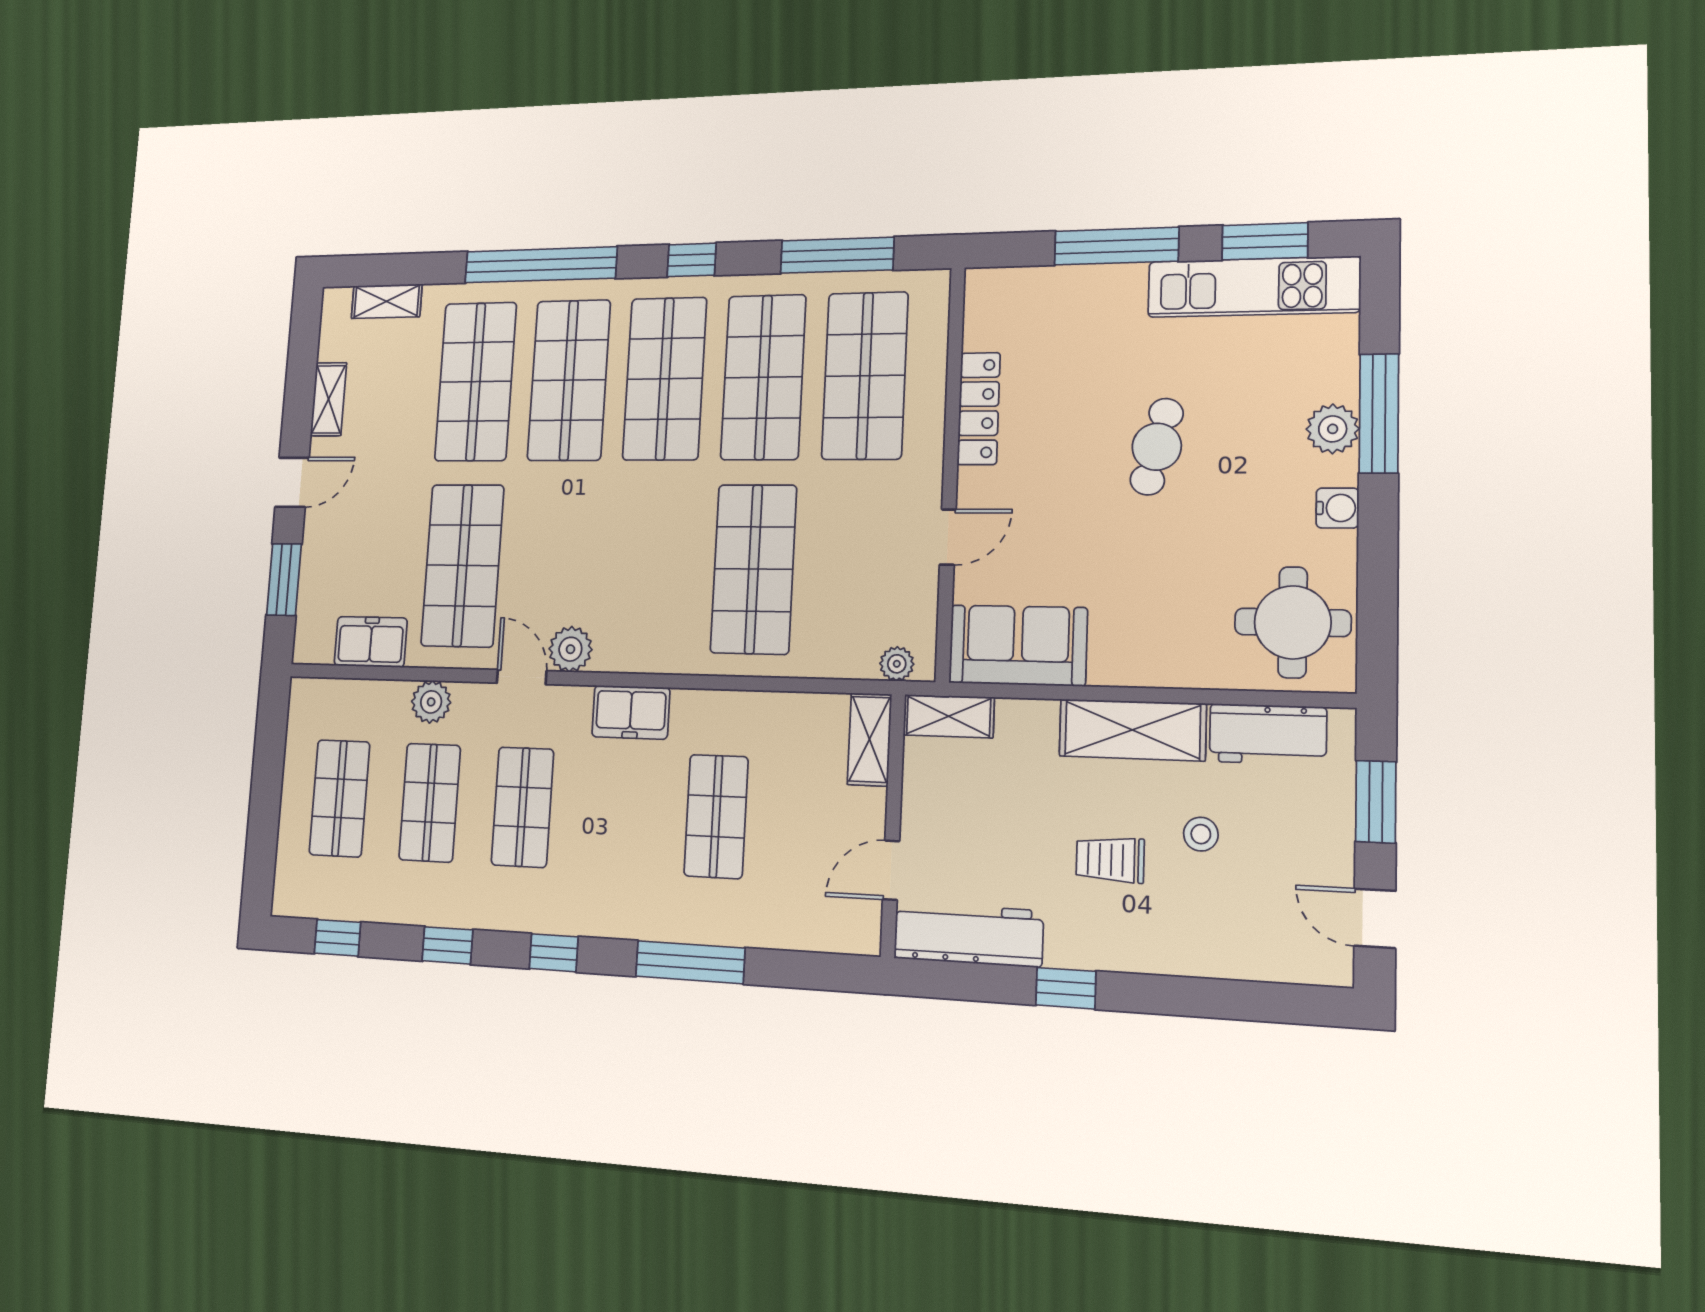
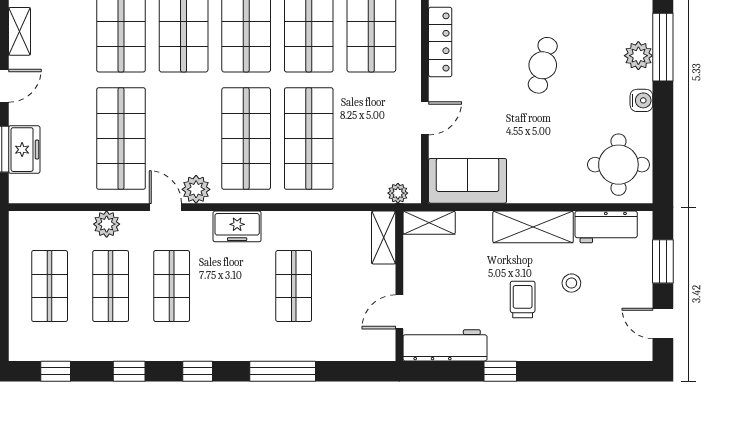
shop shelf: (654, 568) -> (246, 139), added
freezer: (371, 642) -> (24, 150), moved, turned 90
trolley: (1110, 860) -> (523, 299), turned 90

